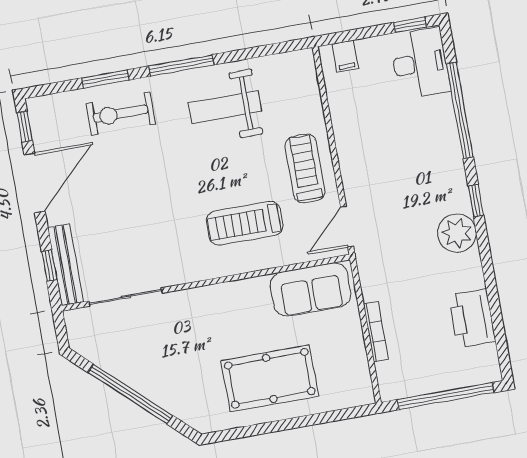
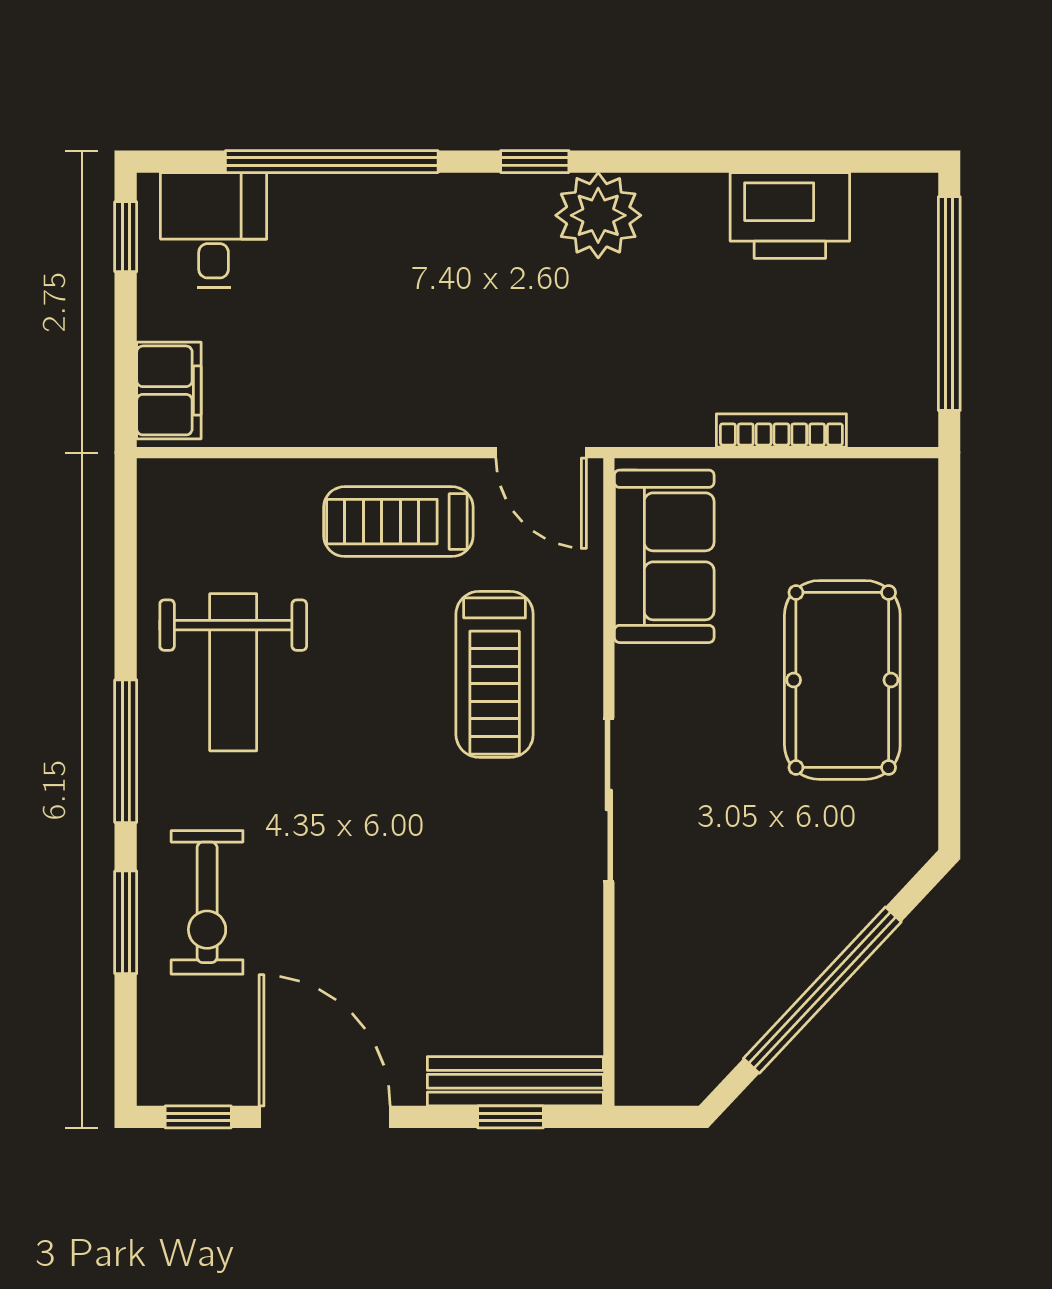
filing cabinet: (345, 56) -> (169, 390), width x2.00
desk: (420, 63) -> (214, 230), width x0.73
sliding door: (125, 297) -> (609, 800), moved

